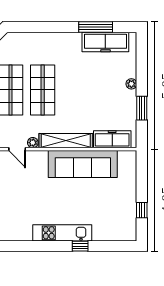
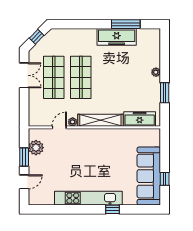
freezer: (105, 42) -> (117, 37), moved
door: (17, 149) -> (59, 127), swing flipped
sofa: (83, 164) -> (149, 176), moved, turned 90
kitchen unit: (62, 233) -> (88, 198), width x1.36

